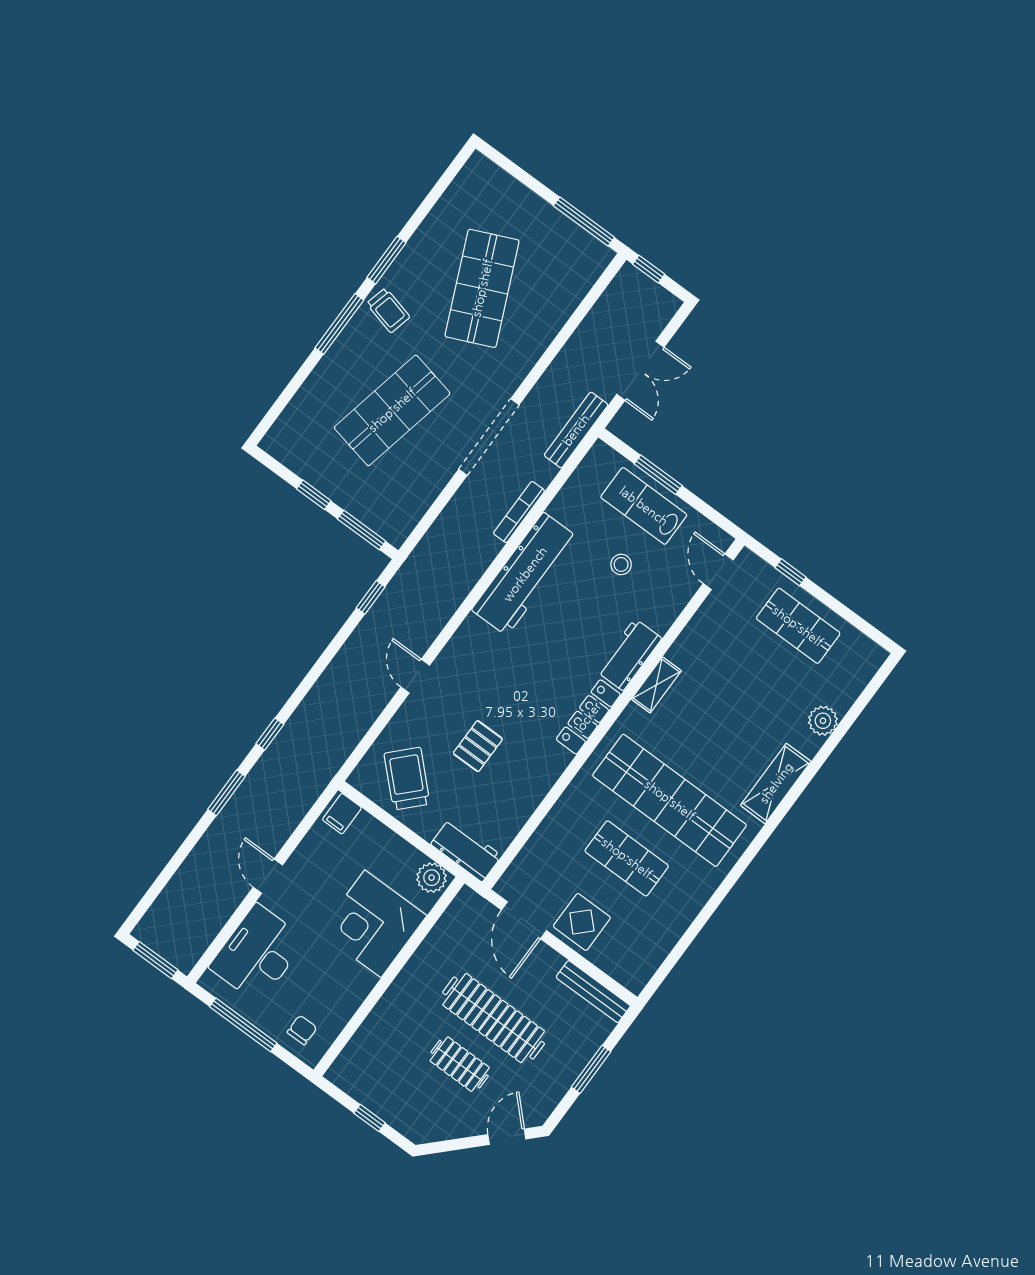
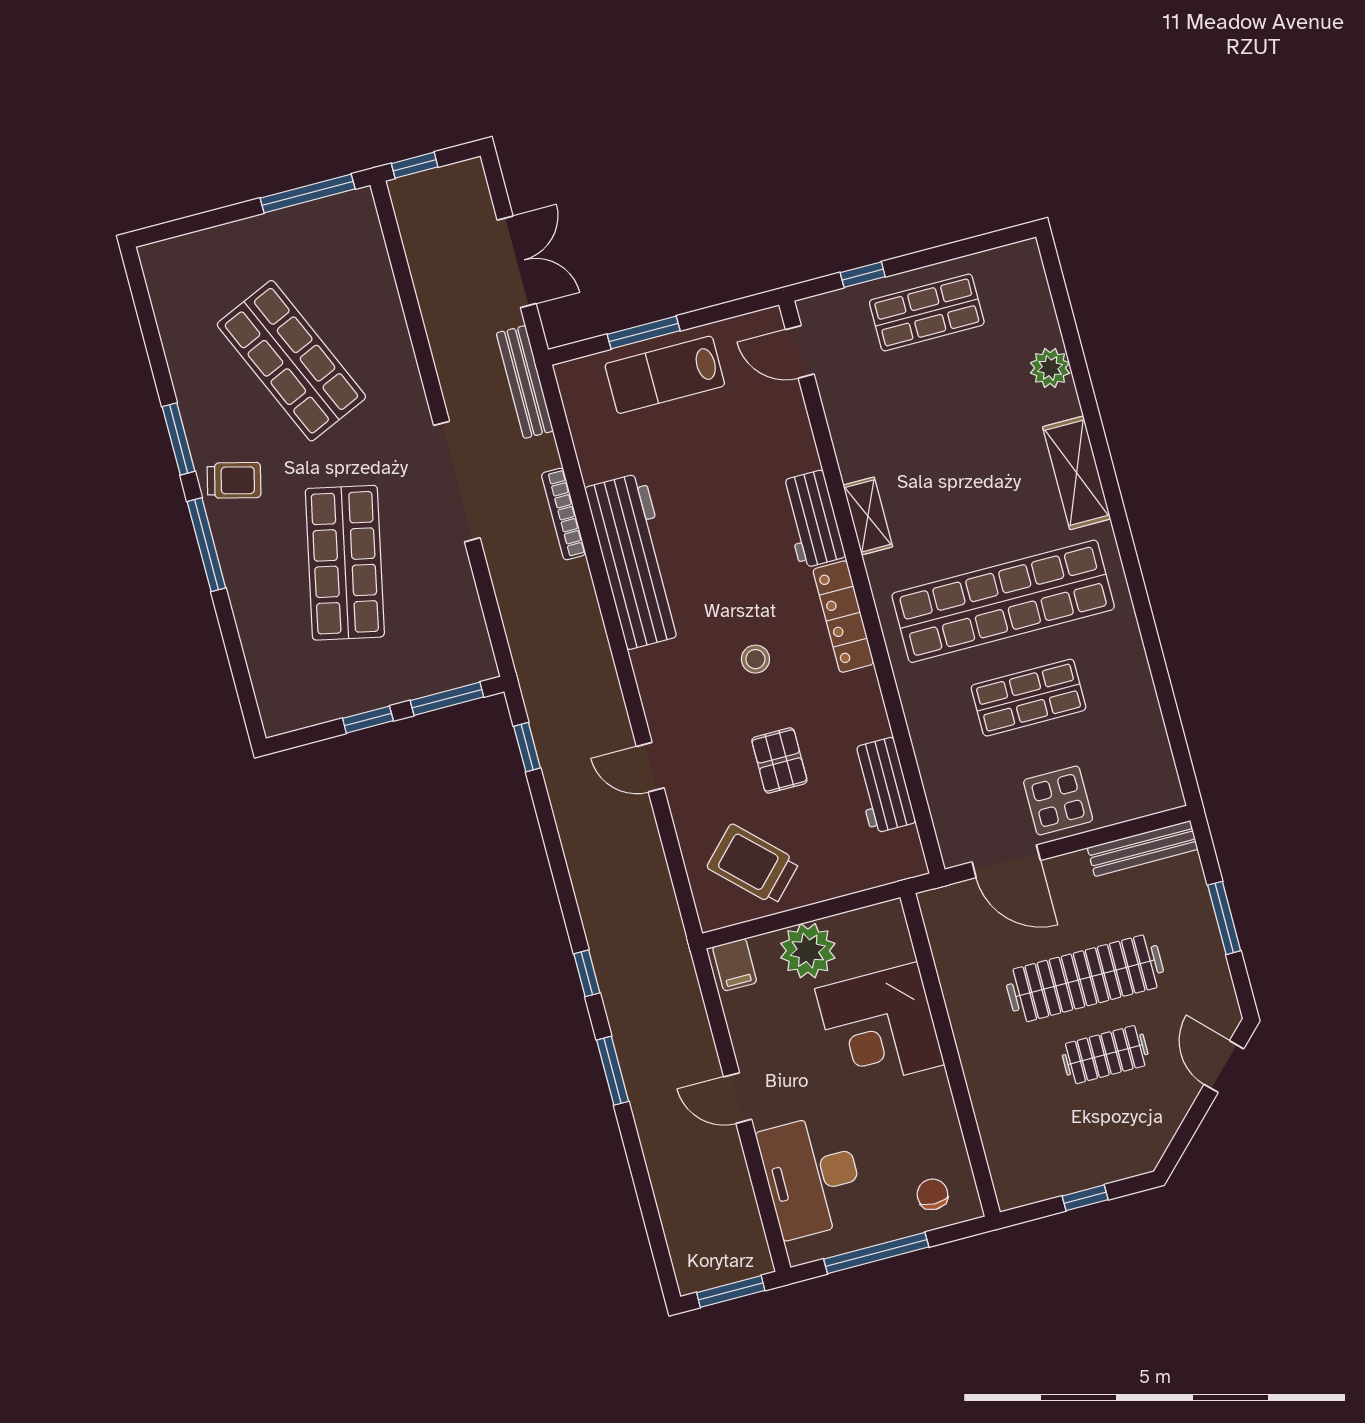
stool: (621, 564) -> (755, 659), moved
workbench: (466, 850) -> (883, 785), moved, turned -90
plant: (432, 878) -> (808, 951), moved, width x1.36, depth x1.36

